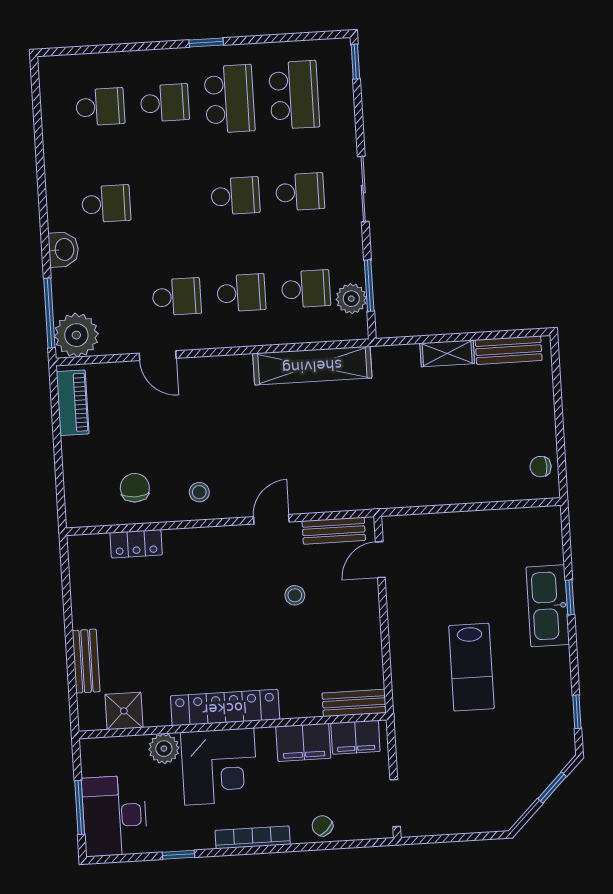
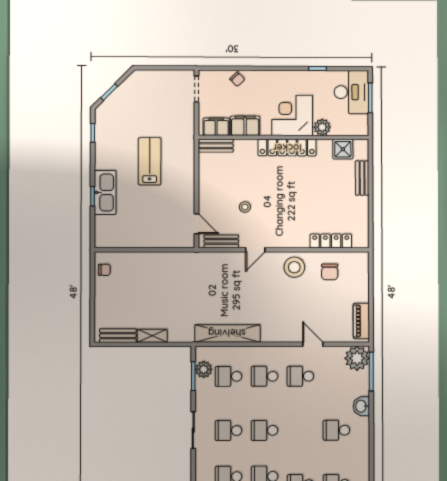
stool: (199, 492) -> (294, 267), width x1.89, depth x1.89
locker: (136, 544) -> (331, 241), width x1.53
door: (380, 560) -> (196, 224), hinge flipped
bookcase: (253, 837) -> (276, 75), removed

